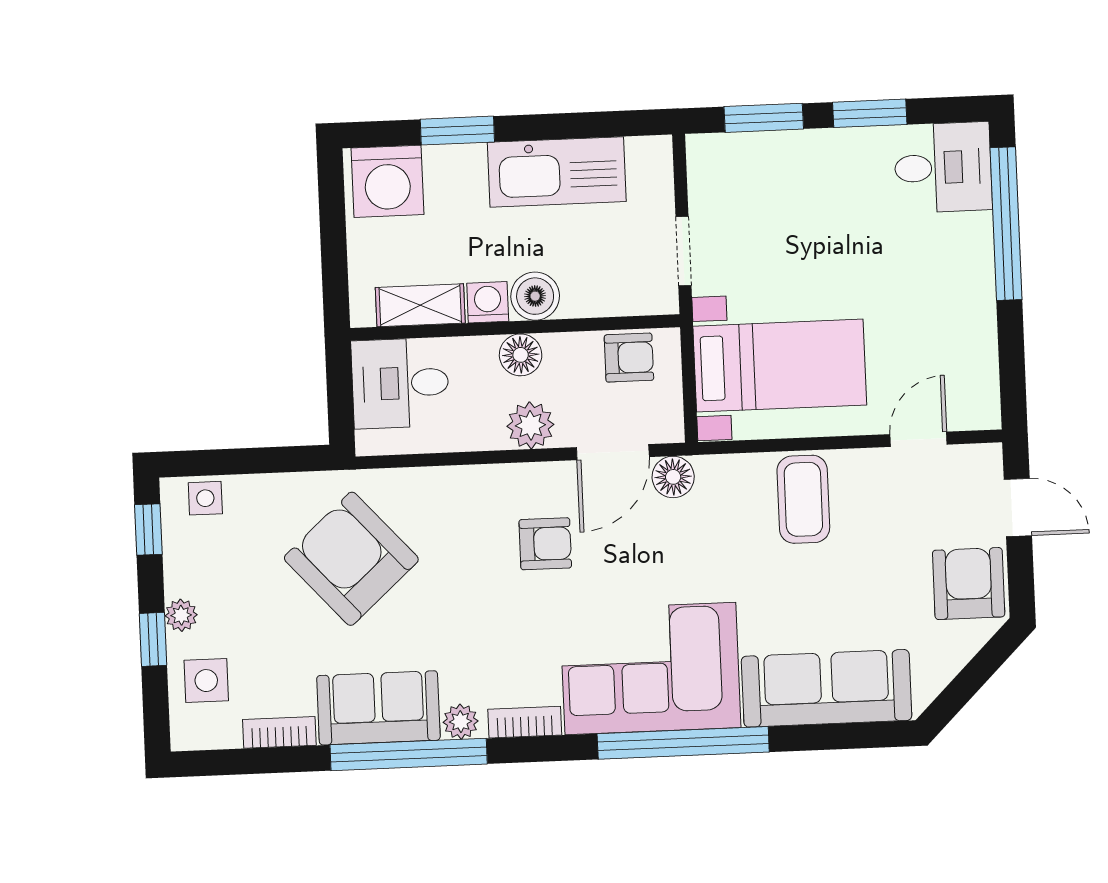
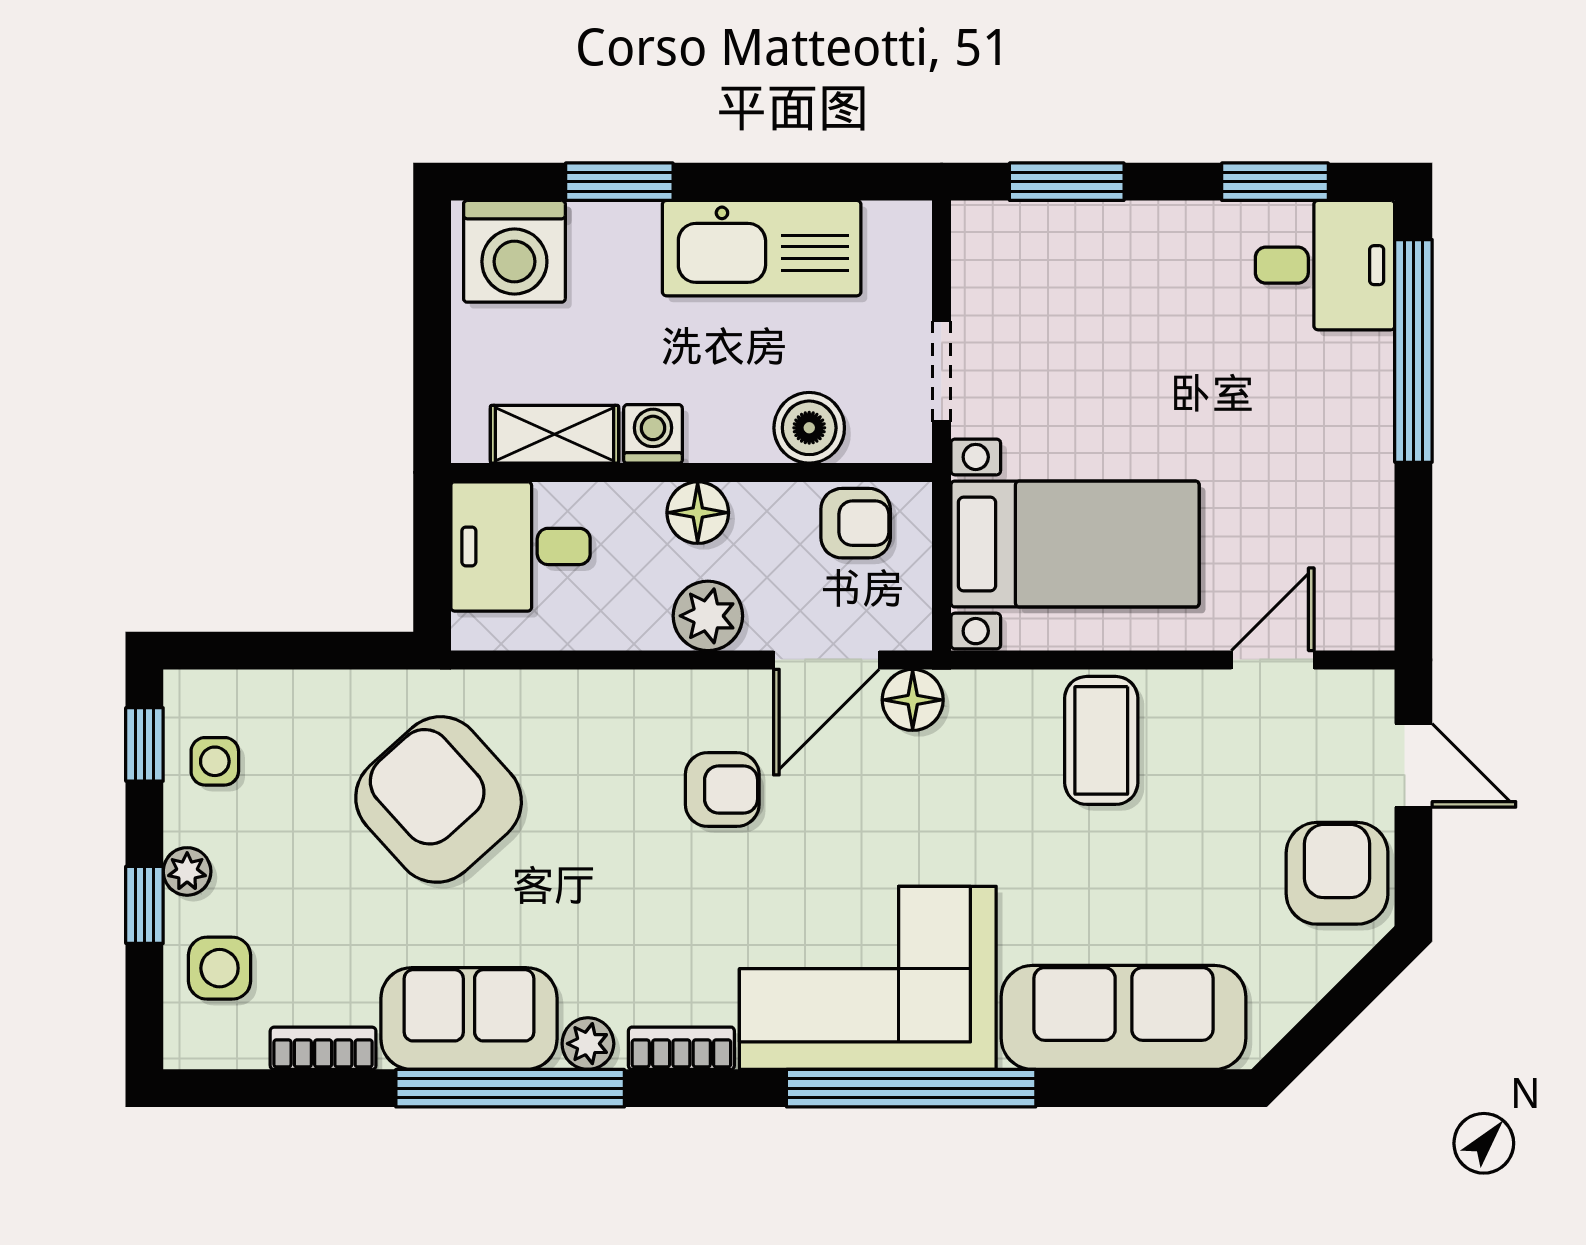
window: (870, 113) -> (1275, 182), moved
boiler: (535, 296) -> (809, 428), moved
side table: (205, 498) -> (215, 761), moved

